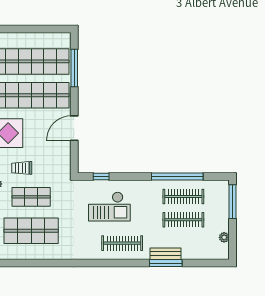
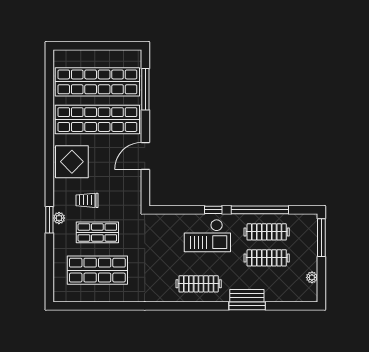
window: (101, 177) -> (213, 210), moved
checkout: (109, 206) -> (207, 236), moved

